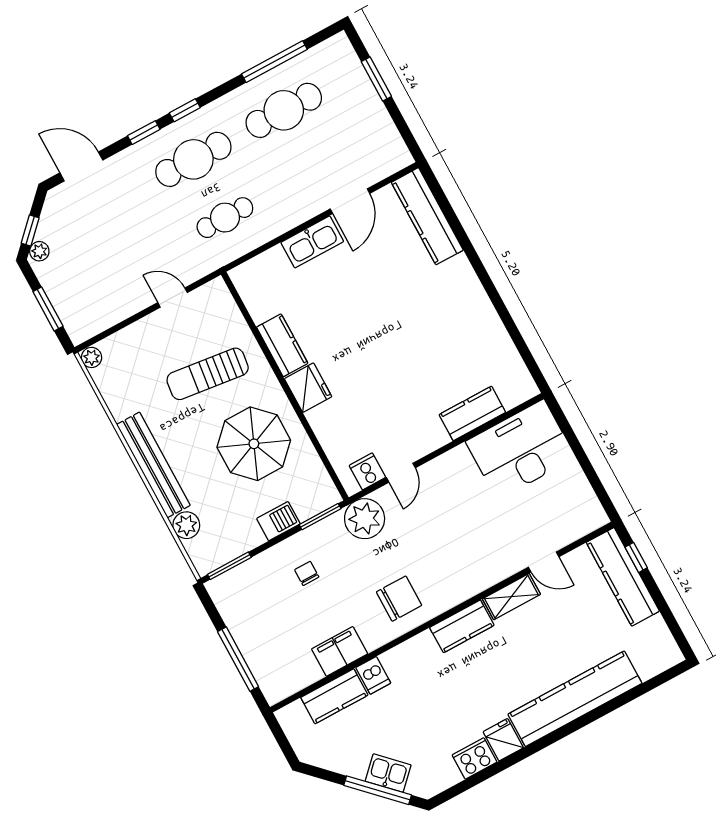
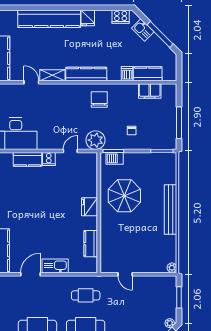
kitchen counter: (282, 345) -> (91, 244), moved
sun lounger: (208, 374) -> (128, 235), removed
cooker: (367, 471) -> (49, 159), moved
barbecue: (278, 521) -> (115, 158), moved
plant: (186, 525) -> (170, 177), removed
chair: (399, 599) -> (99, 99), turned 90
kitchen counter: (462, 626) -> (86, 74), width x1.50
filing cabinet: (340, 651) -> (150, 91), moved
window: (238, 659) -> (179, 123), moved
cooker: (474, 758) -> (121, 17), moved
window: (378, 790) -> (160, 34), moved

